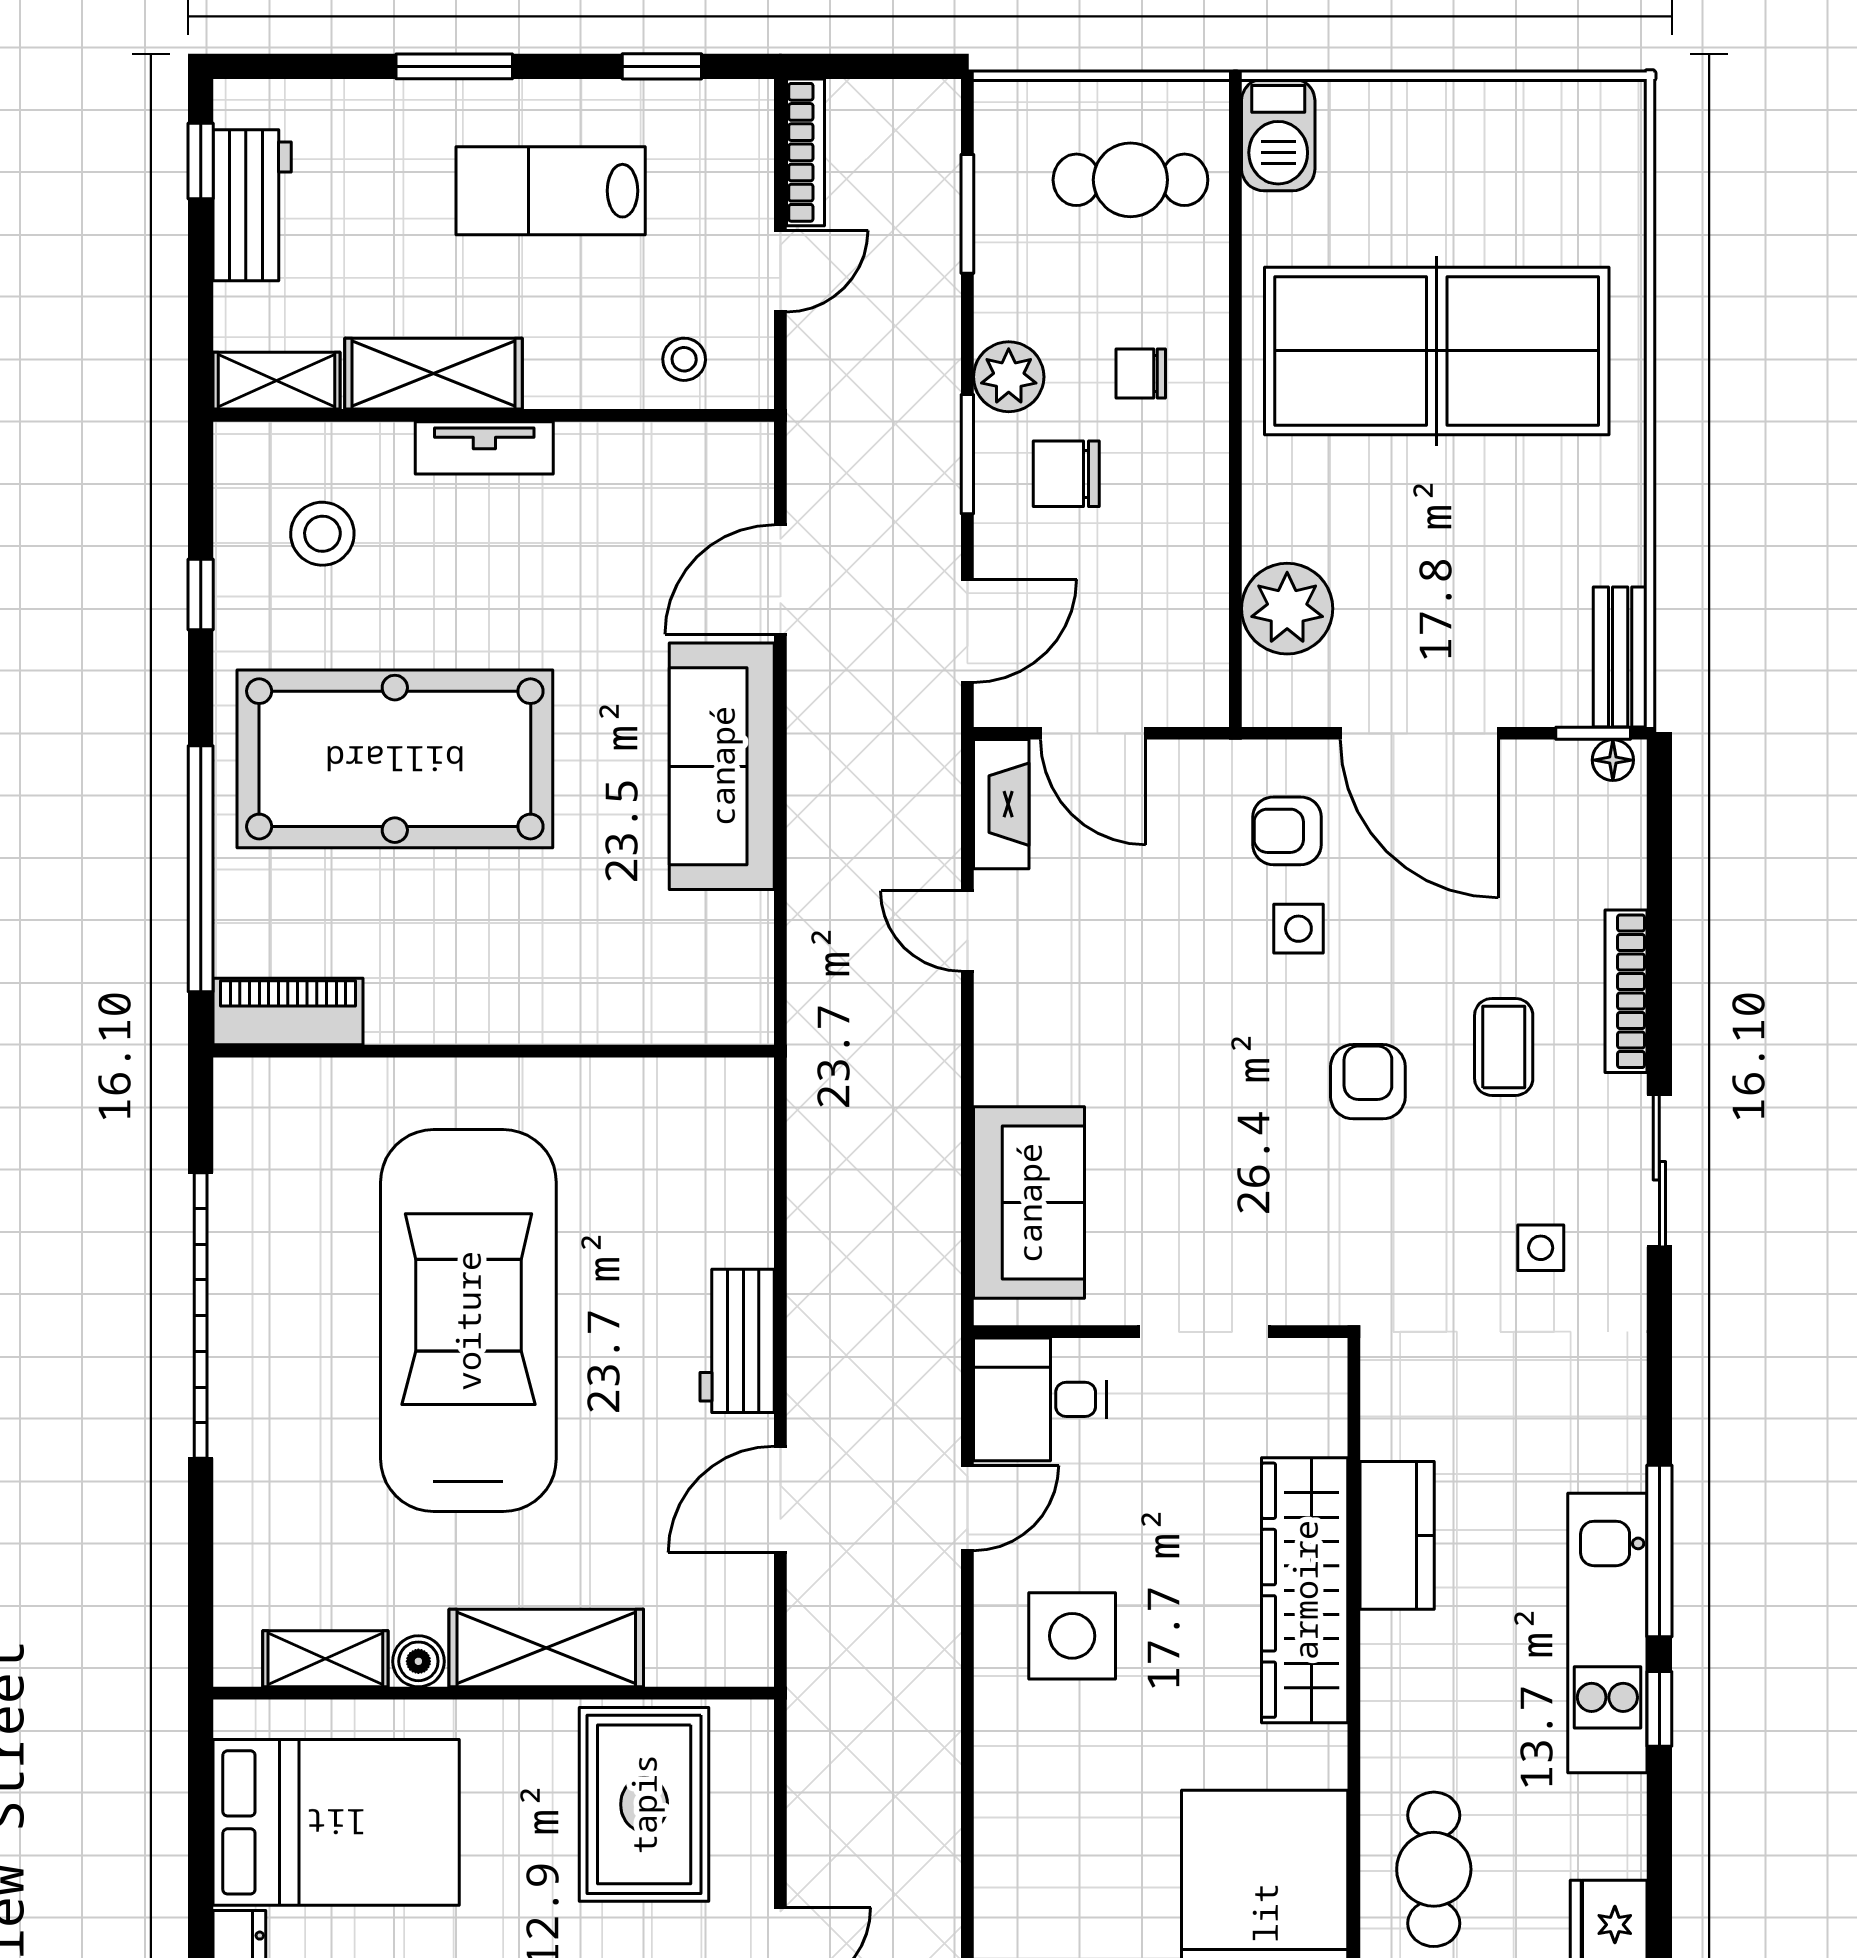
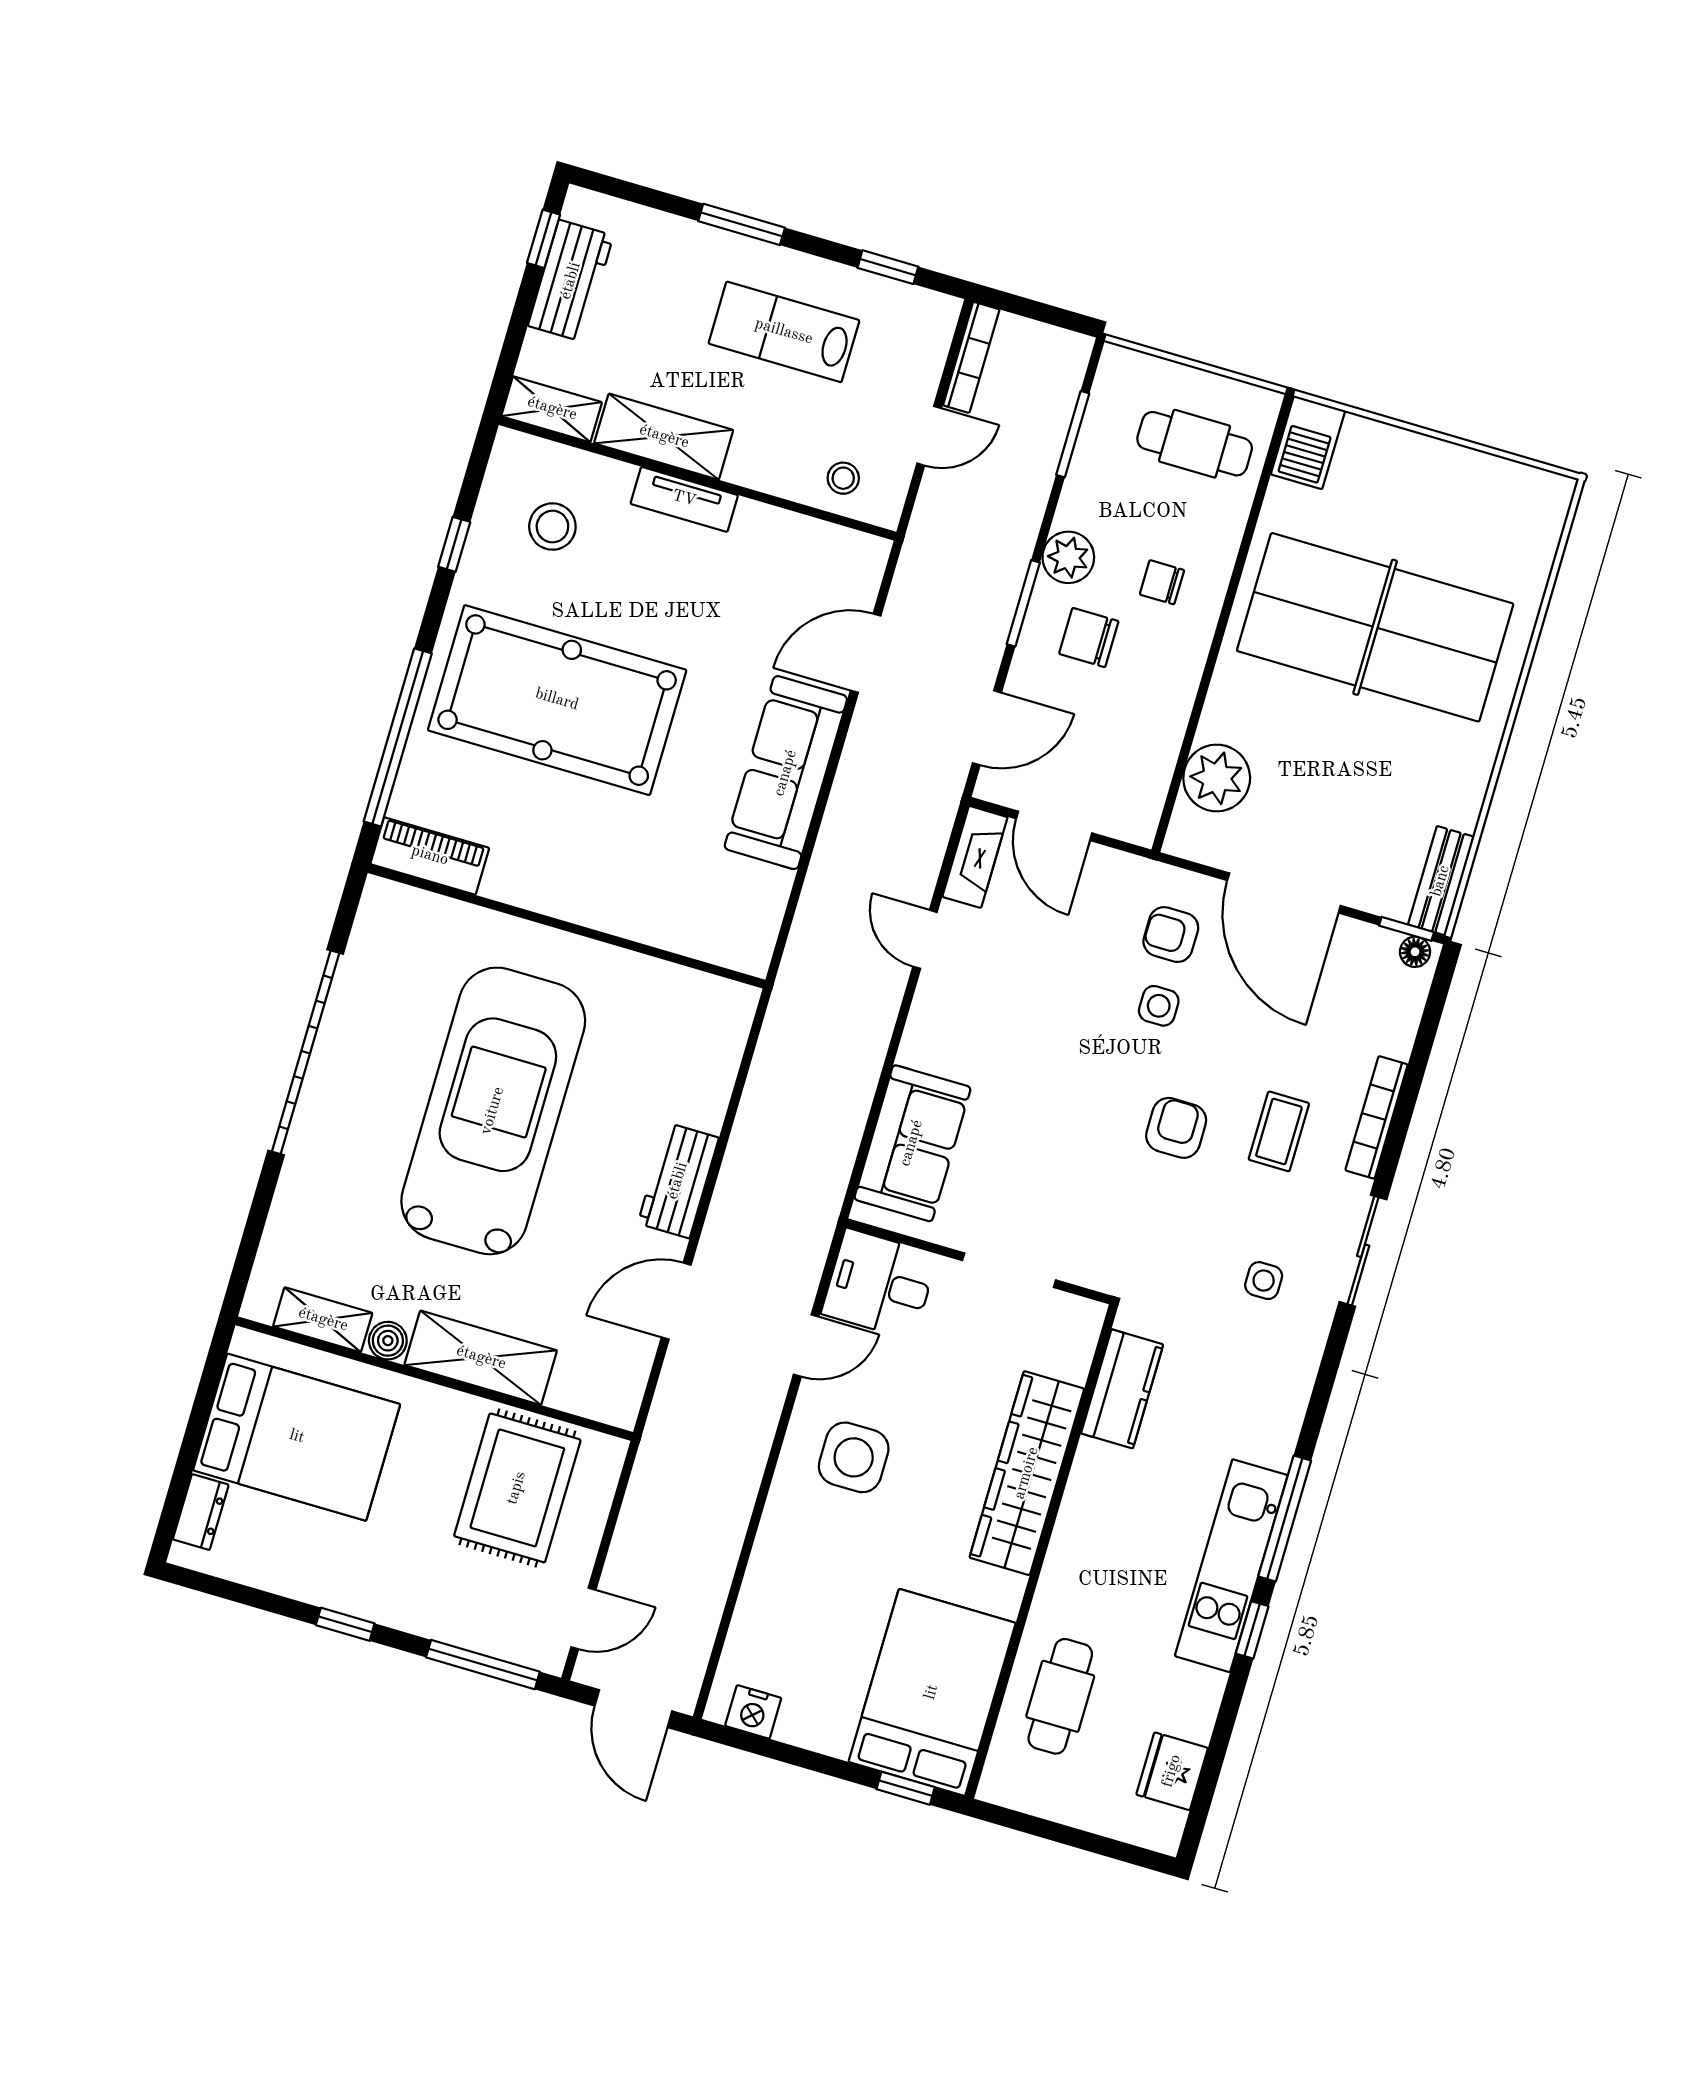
kitchen counter: (1397, 1535) -> (1122, 1389), moved

